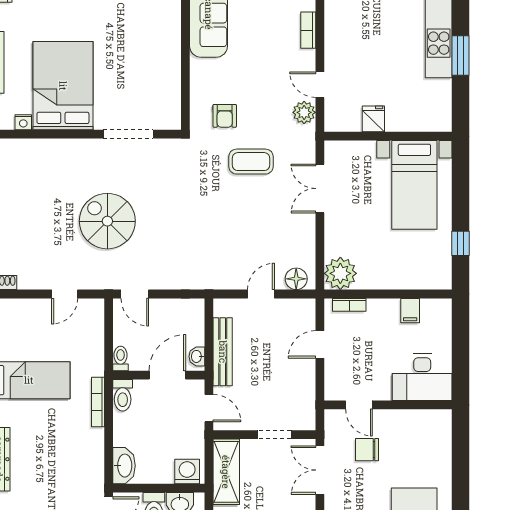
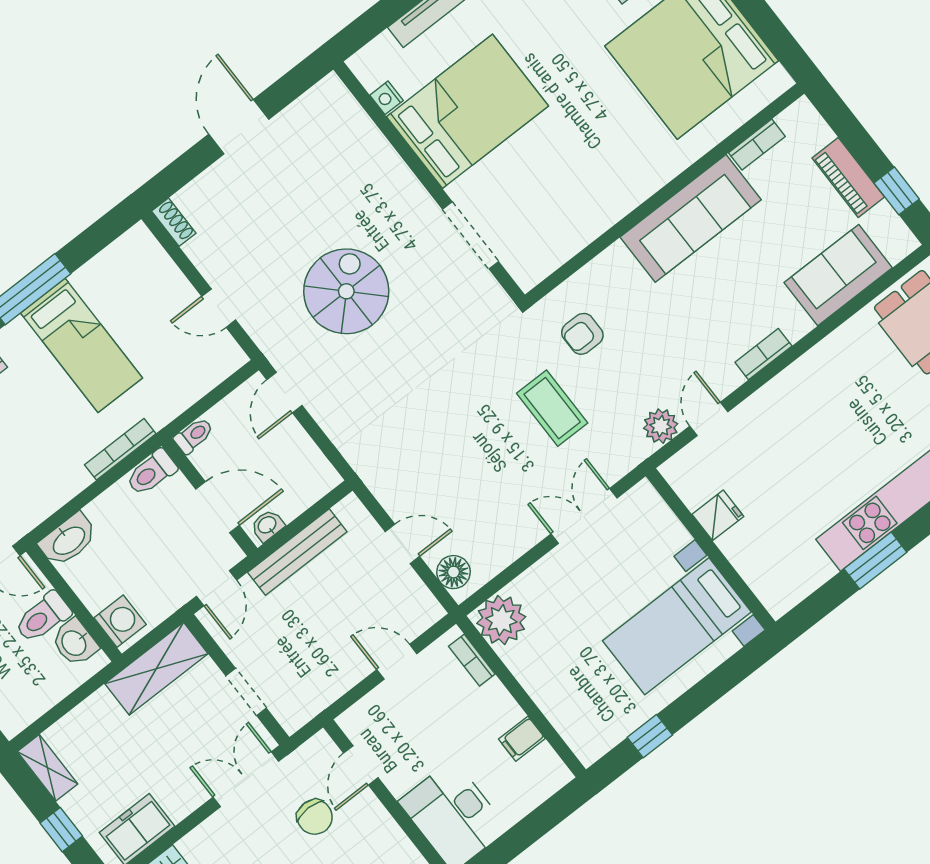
chair: (367, 450) -> (315, 817), turned 180

